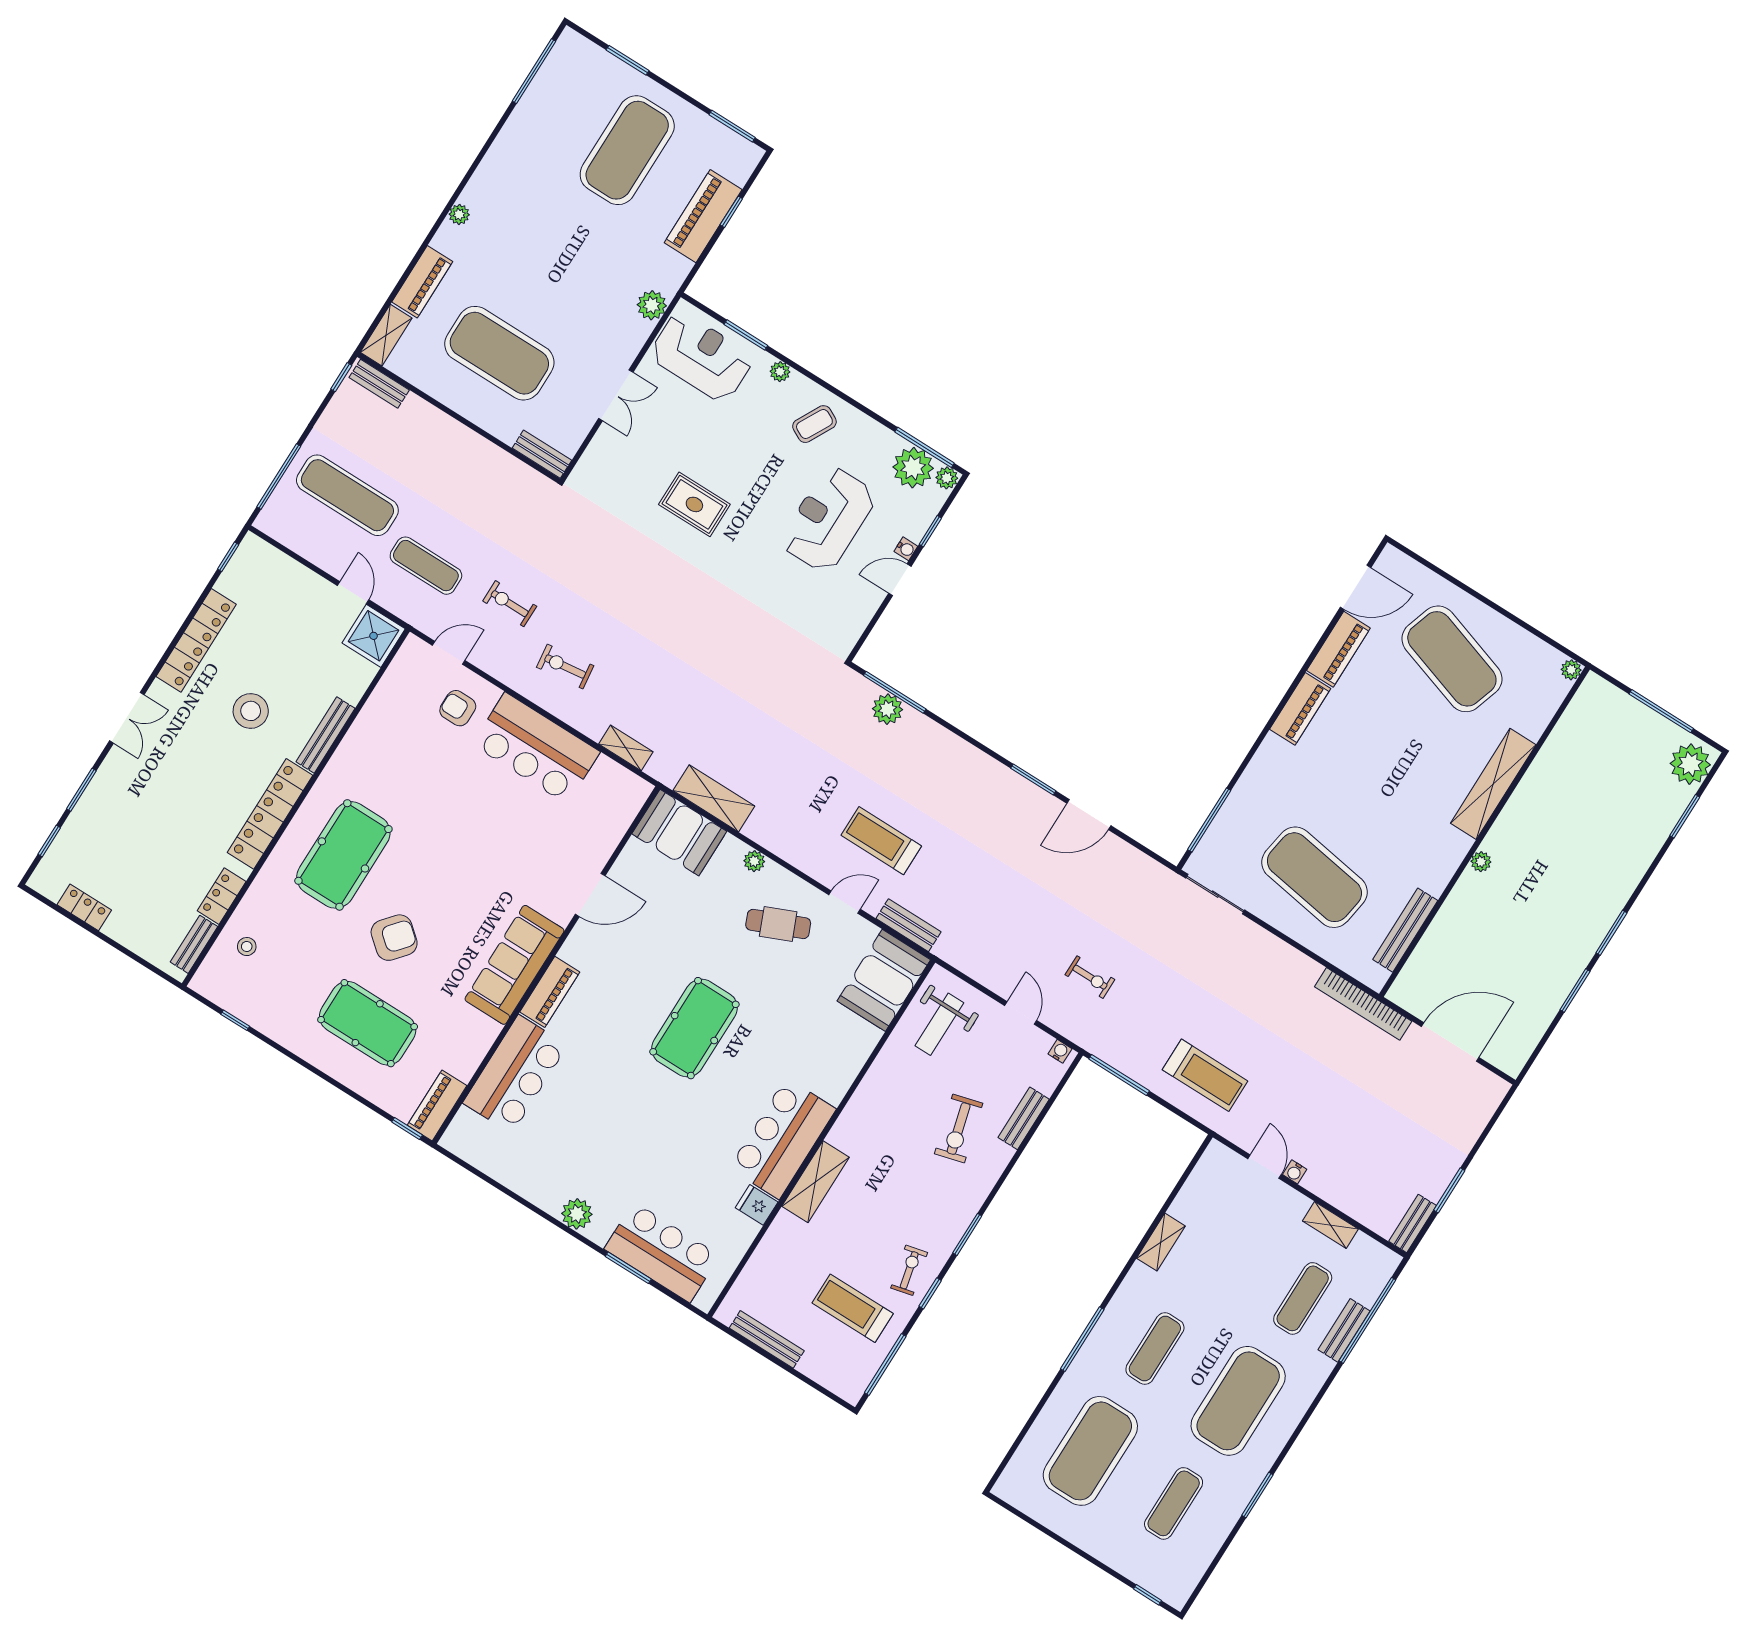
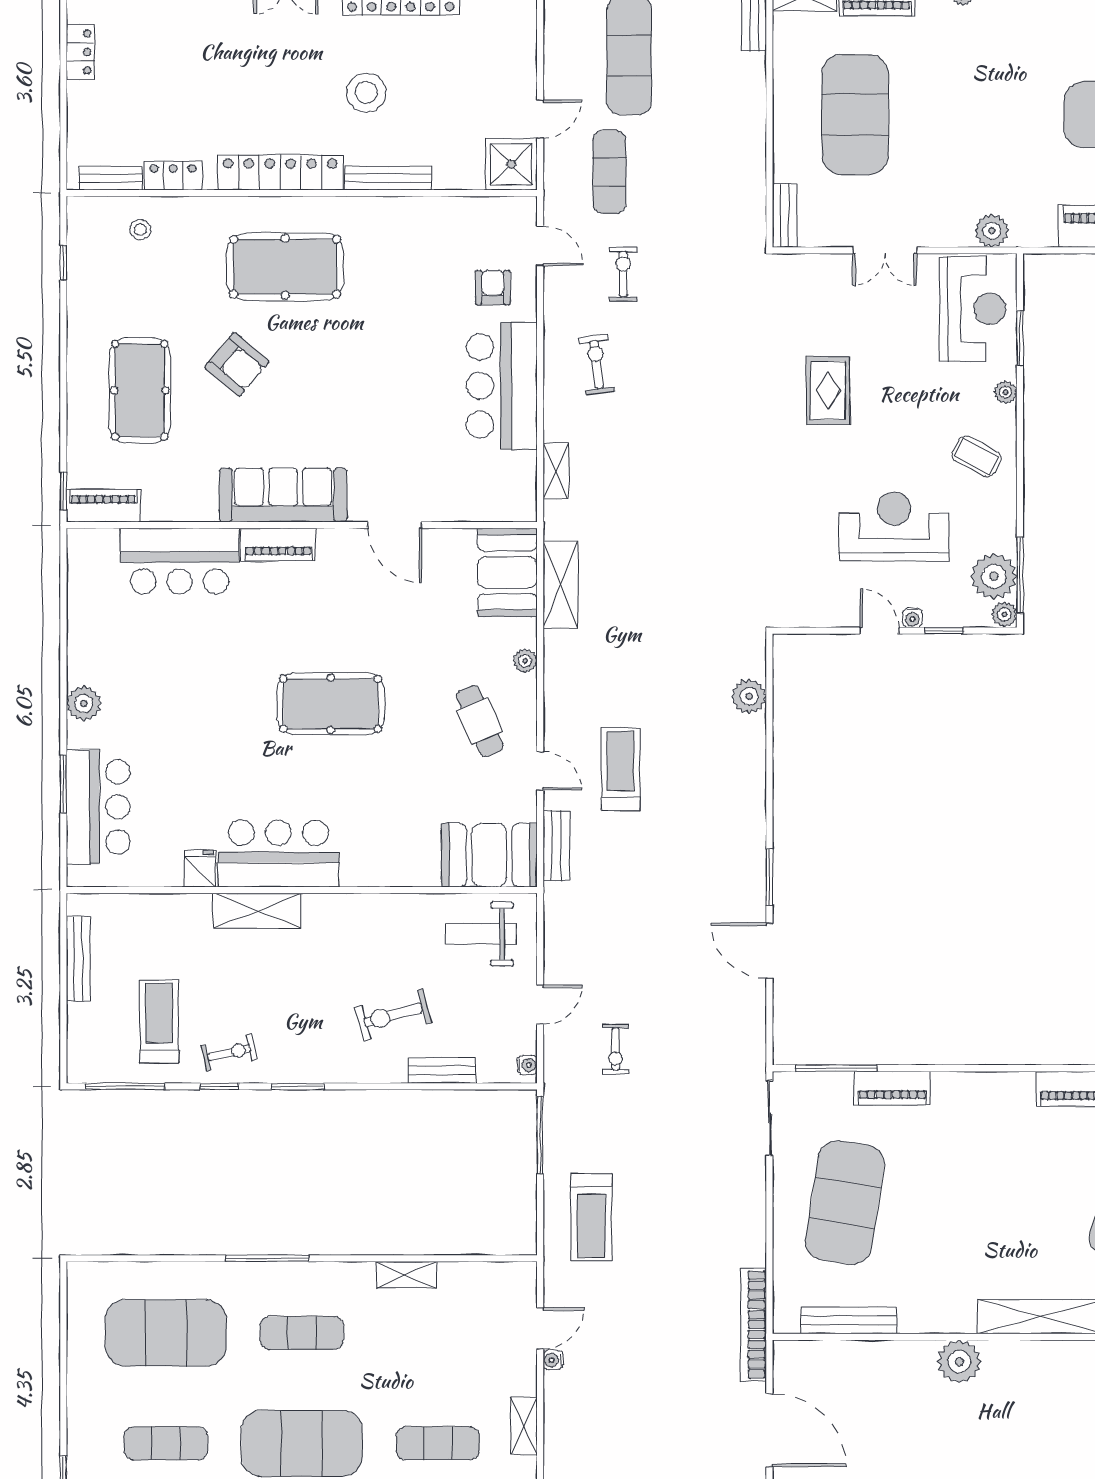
window: (895, 692) -> (769, 693), removed
piano: (1300, 709) -> (892, 1088), moved
plant: (1481, 862) -> (959, 1361), width x1.87, depth x1.87

